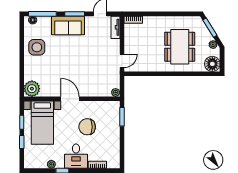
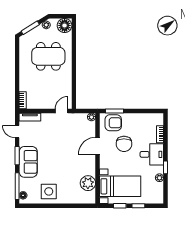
door: (122, 61) -> (62, 111), hinge flipped
plant: (32, 89) -> (88, 183), moved
door: (70, 99) -> (98, 146), moved
armchair: (109, 115) -> (113, 123), added

